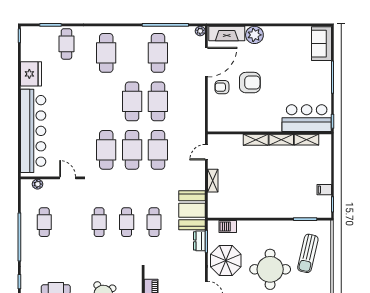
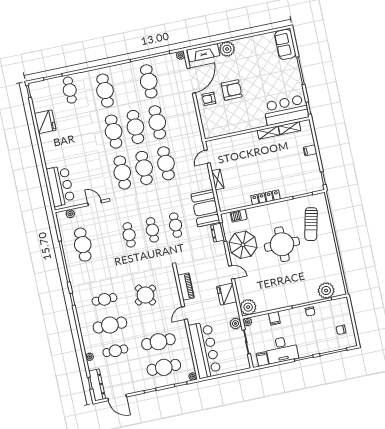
cafe table: (106, 101) -> (114, 132), added
bar counter: (33, 131) -> (61, 186), width x0.54
shelving: (256, 140) -> (247, 137), removed
filing cabinet: (324, 190) -> (310, 150), moved
locker: (263, 212) -> (266, 197), added
cafe table: (44, 222) -> (83, 245), width x1.37, depth x1.35

